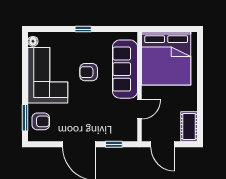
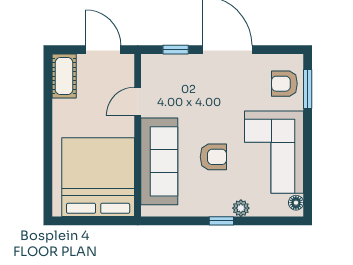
plant: (70, 38) -> (241, 208), added

